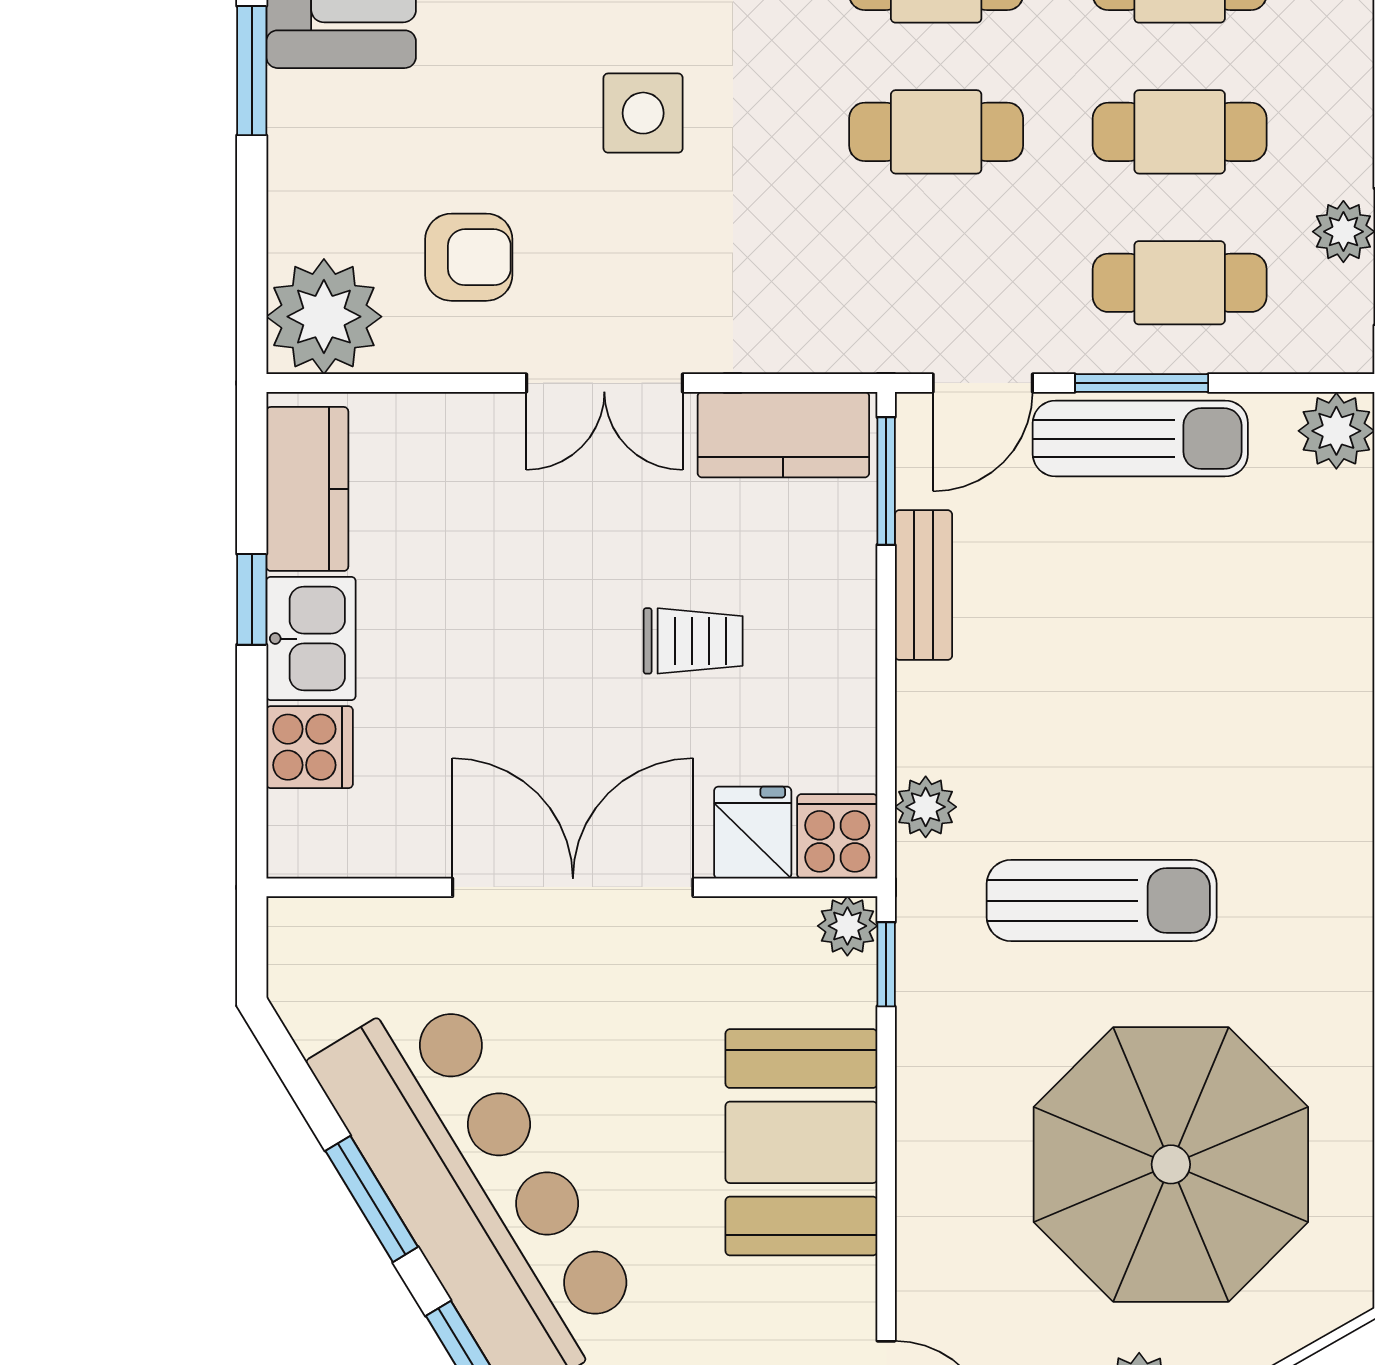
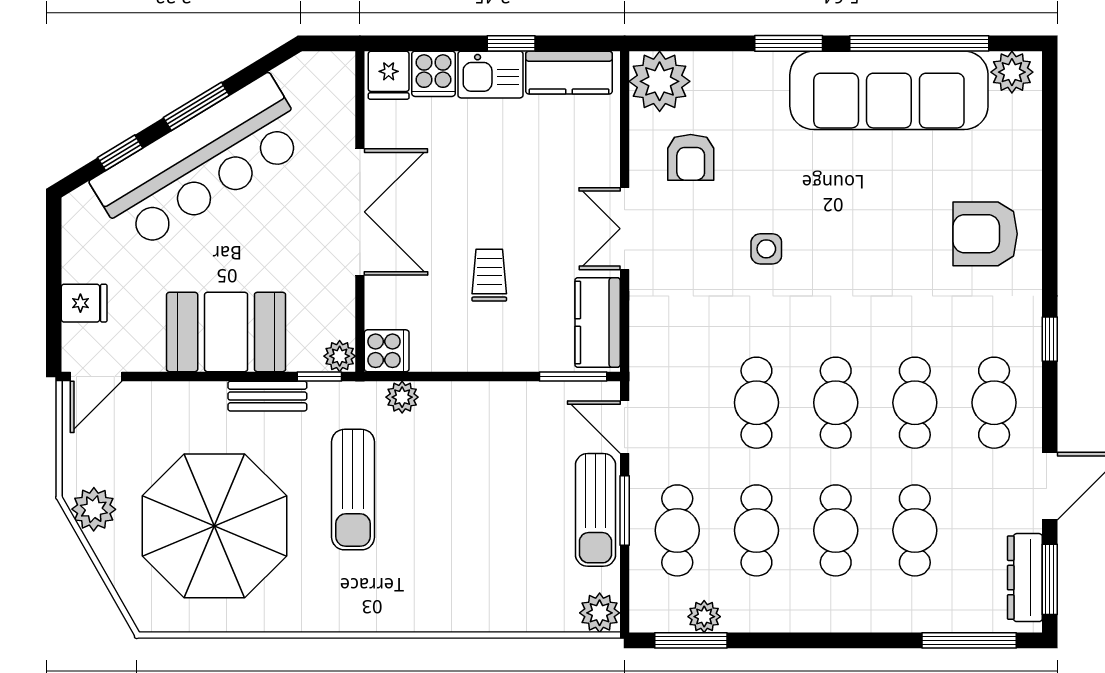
side table: (643, 113) -> (766, 249), width x0.73, depth x0.73
bench: (923, 585) -> (267, 396), moved
trolley: (693, 641) -> (489, 275), turned 180
fridge: (753, 833) -> (389, 75), moved, turned 90

